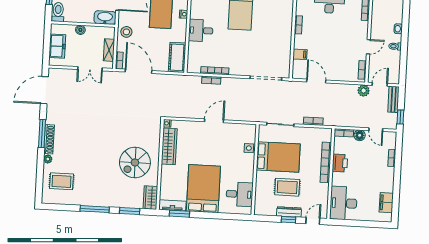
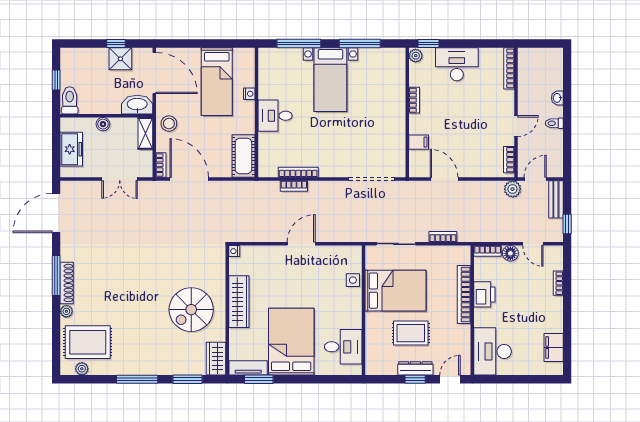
shelving: (109, 50) -> (145, 133), moved
wardrobe: (169, 146) -> (239, 302), moved
rug: (62, 181) -> (88, 342), width x1.36, depth x1.43
plant: (56, 200) -> (82, 369), added

